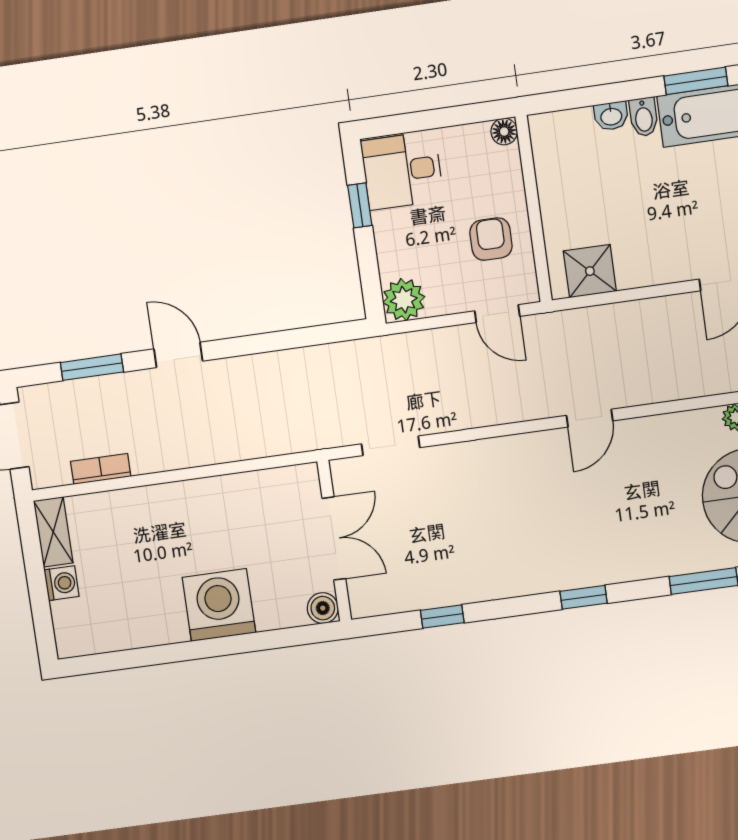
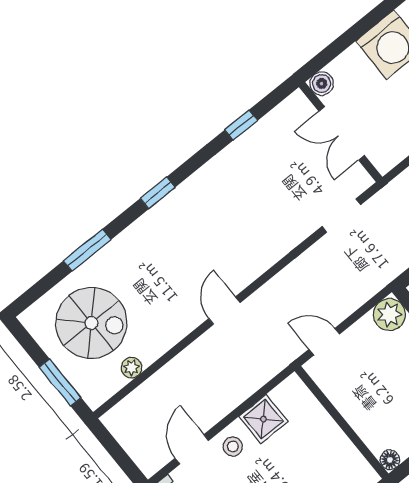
armchair: (491, 239) -> (357, 387), removed
stool: (675, 256) -> (233, 447), added
shower: (590, 271) -> (263, 419), moved

